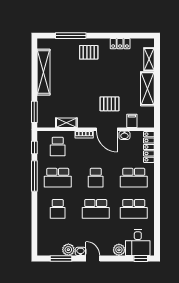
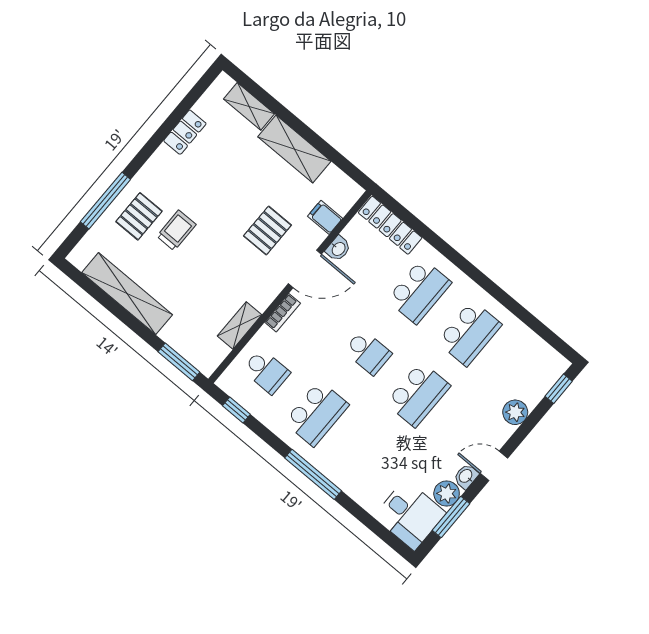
pallet: (89, 52) -> (139, 216), moved
trolley: (82, 71) -> (176, 230), added
window: (34, 176) -> (313, 474), moved
school desk: (58, 209) -> (367, 456), removed
desk: (138, 243) -> (410, 515), moved

